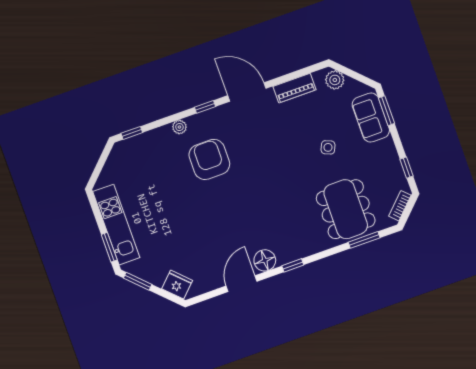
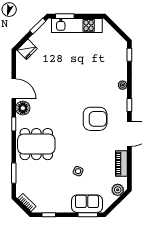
armchair: (209, 159) -> (95, 119), moved
dining table: (346, 209) -> (36, 144), moved

